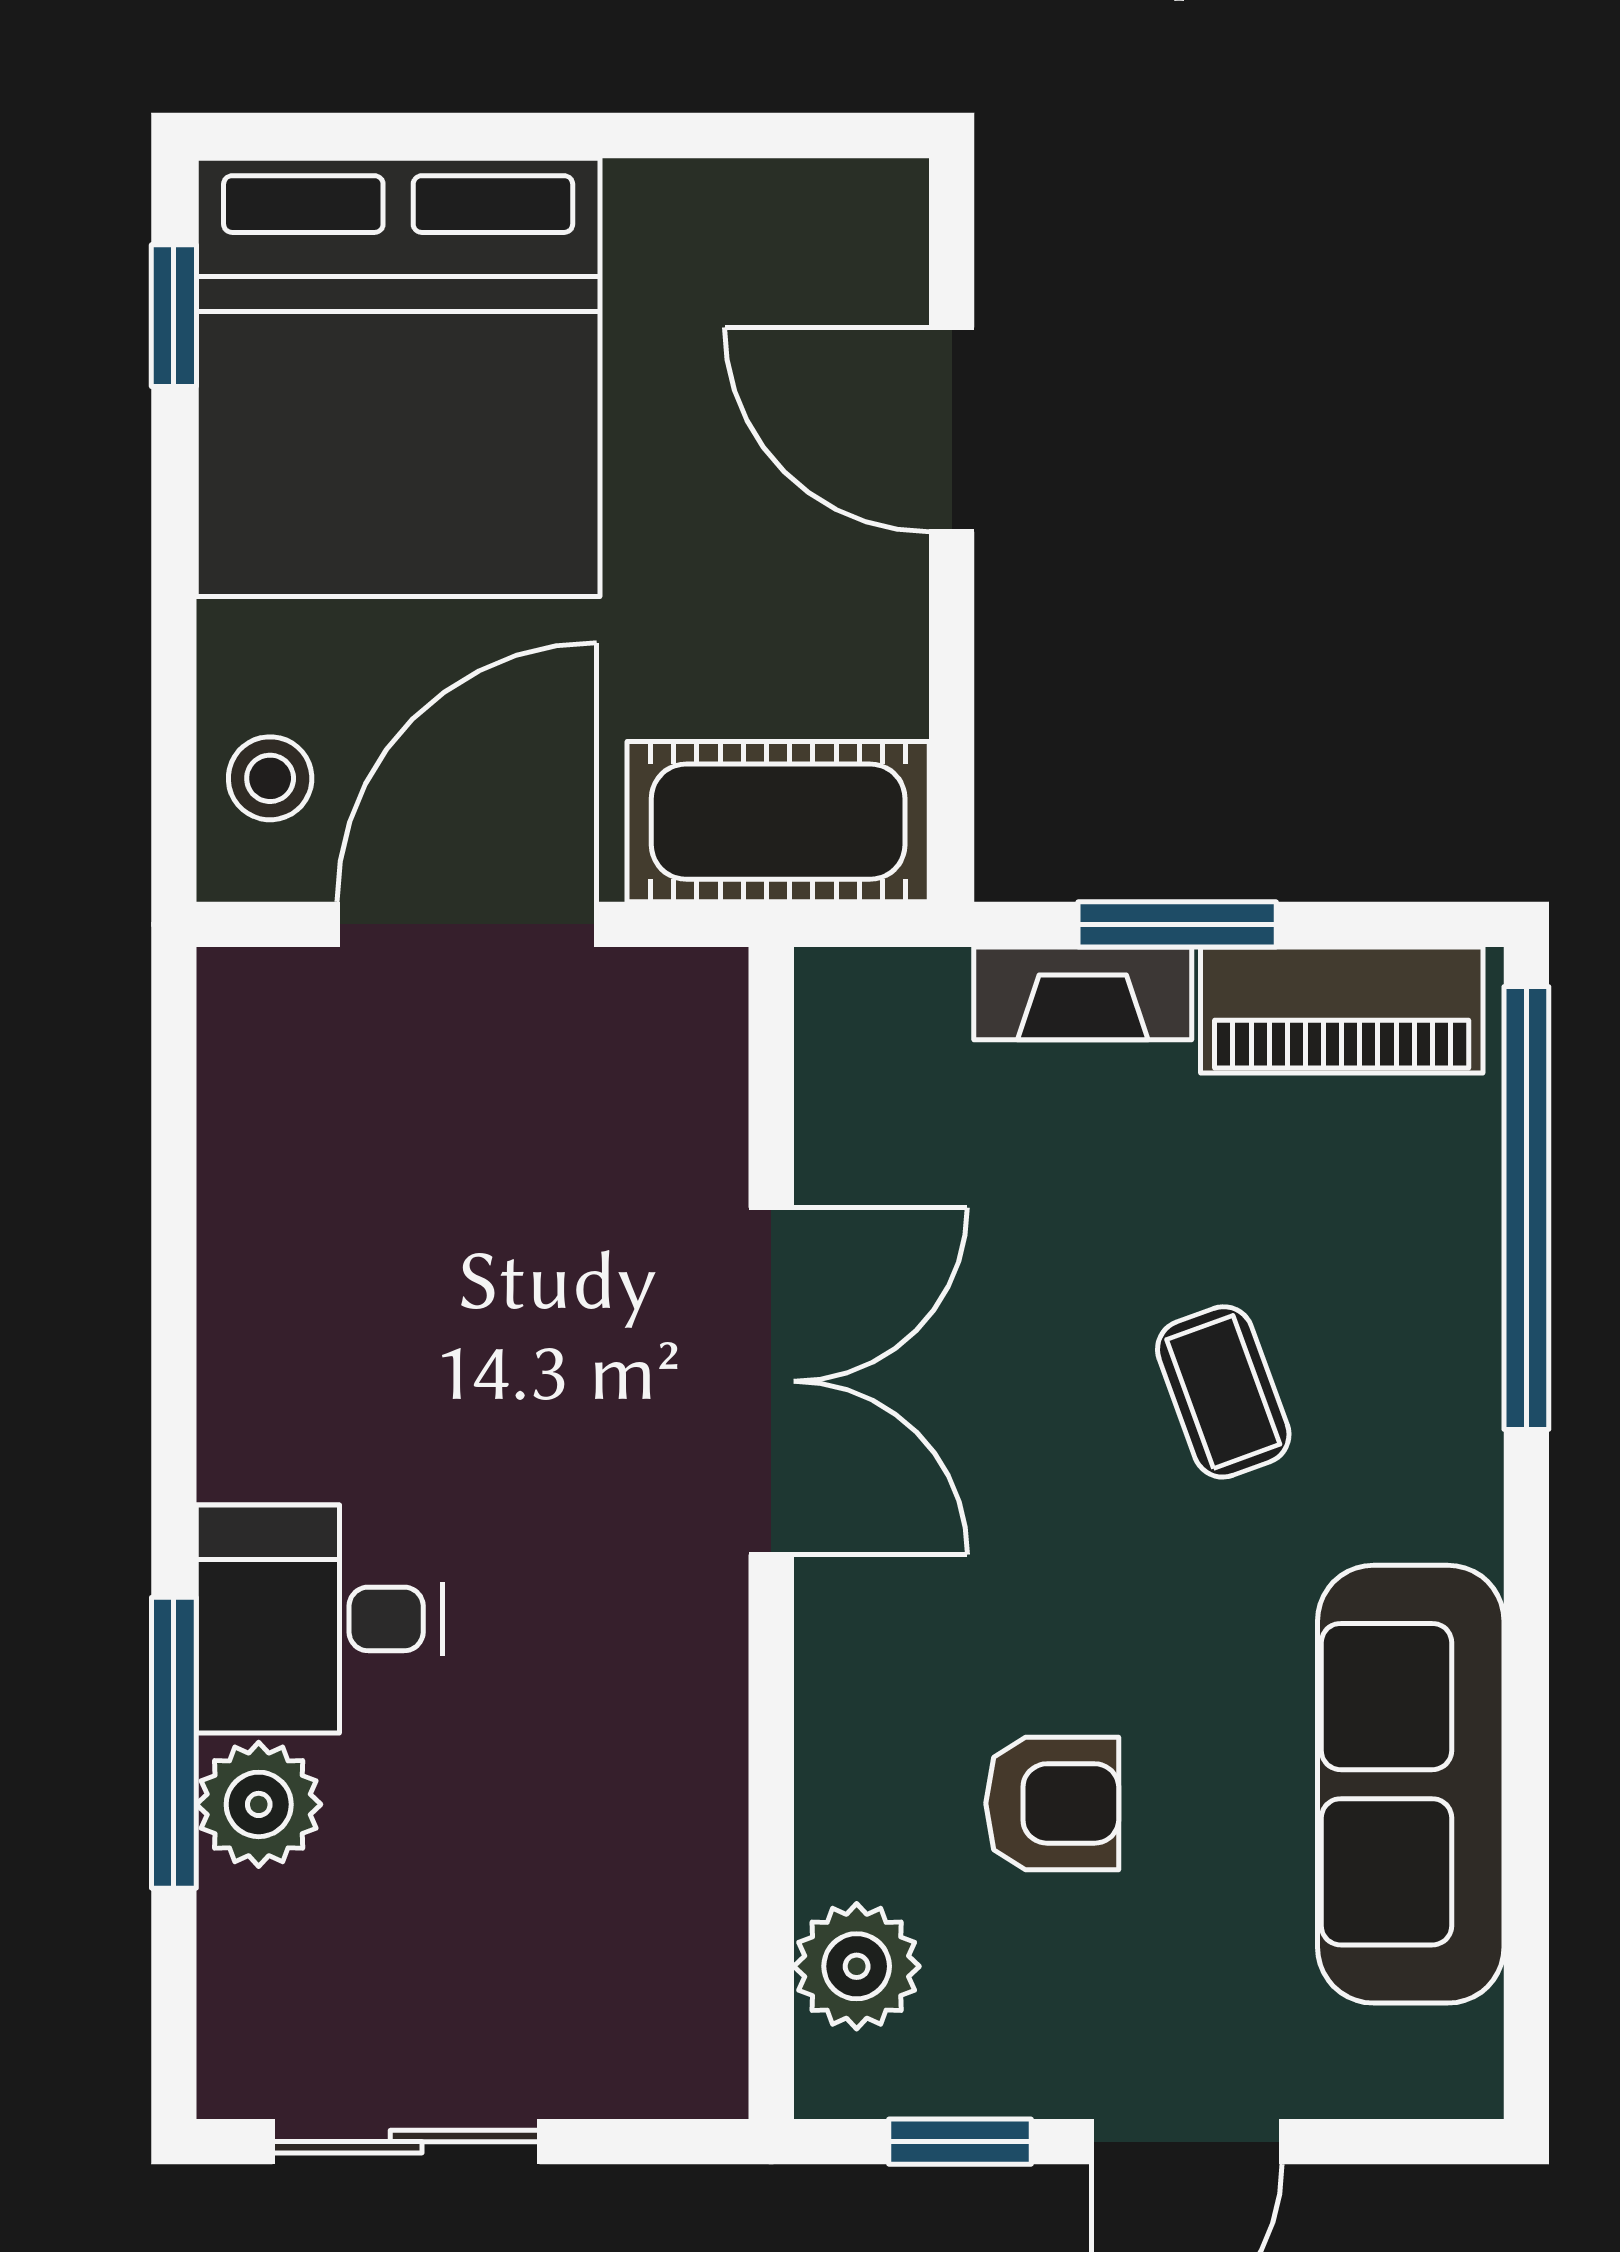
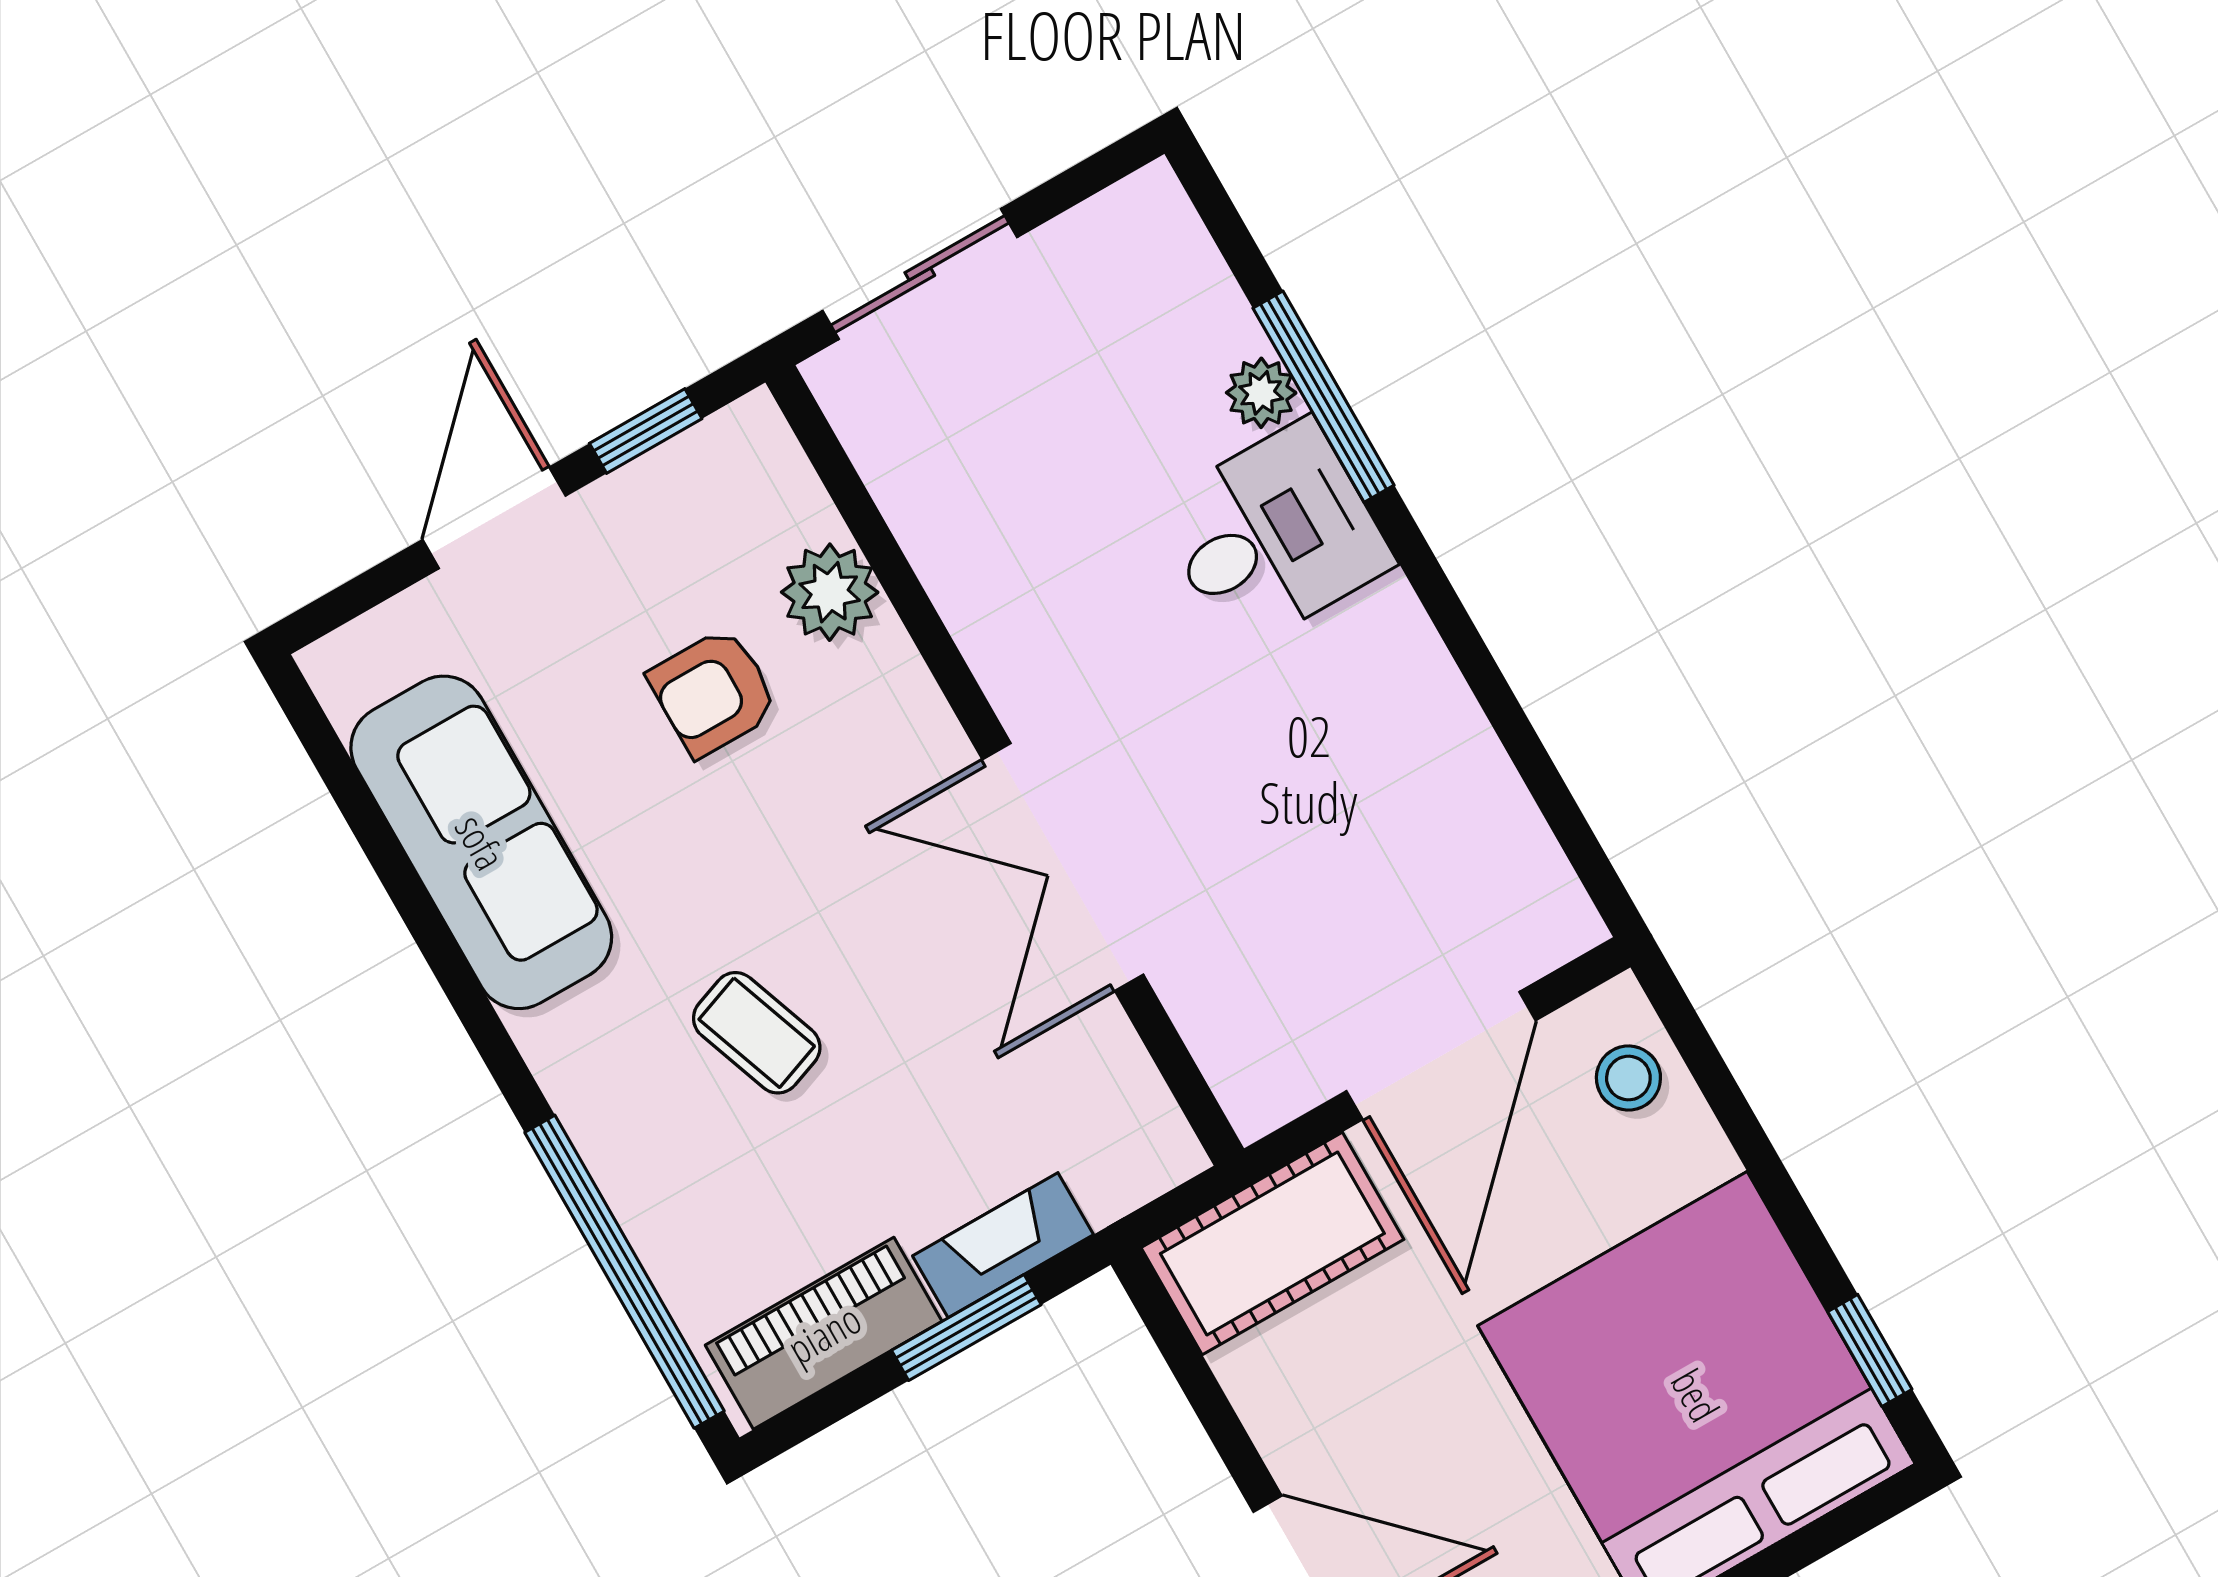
plant: (259, 1804) -> (1261, 393), width x0.73, depth x0.73
plant: (857, 1966) -> (830, 592), moved
sliding door: (406, 2142) -> (920, 274), moved

